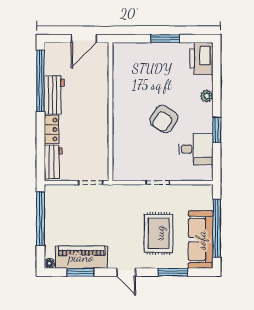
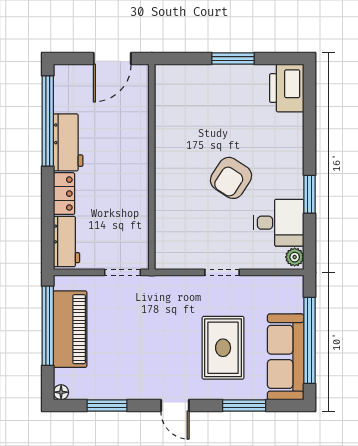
plant: (207, 96) -> (295, 257), moved
piano: (81, 257) -> (70, 329), moved, turned 90

